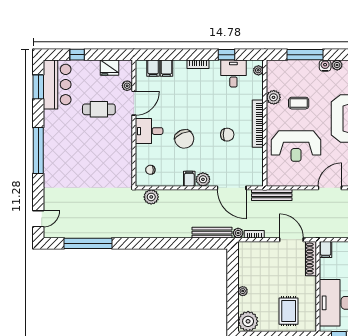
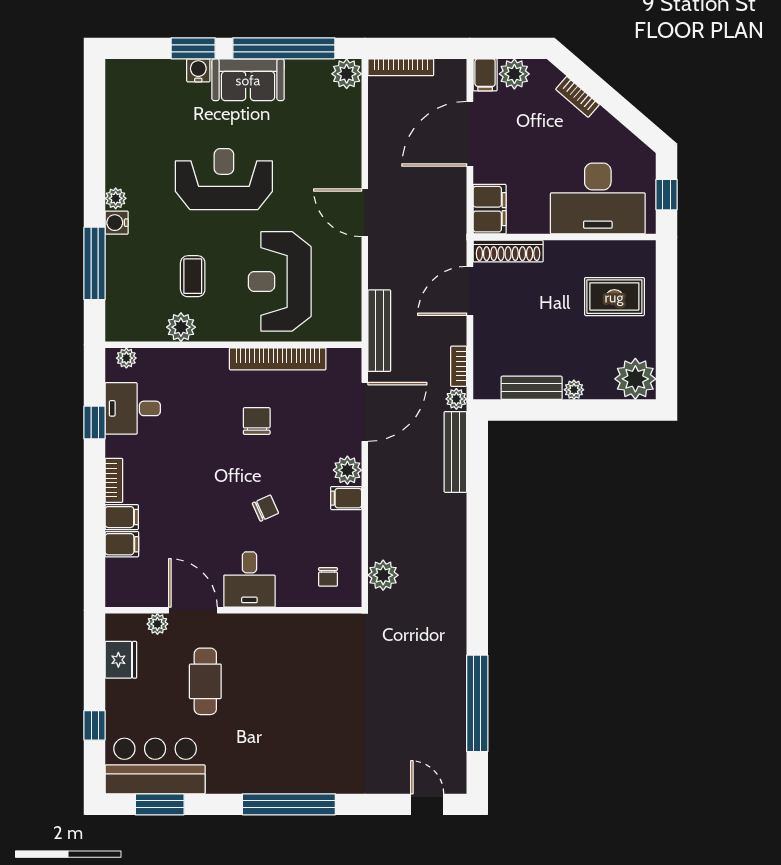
filing cabinet: (153, 68) -> (122, 517), moved
bookcase: (258, 124) -> (278, 359), moved
chair: (184, 139) -> (265, 508), width x0.54, depth x0.54
reception desk: (296, 146) -> (280, 281), turned 180
filing cabinet: (326, 249) -> (490, 209), width x2.00
bench: (244, 270) -> (532, 388), added

